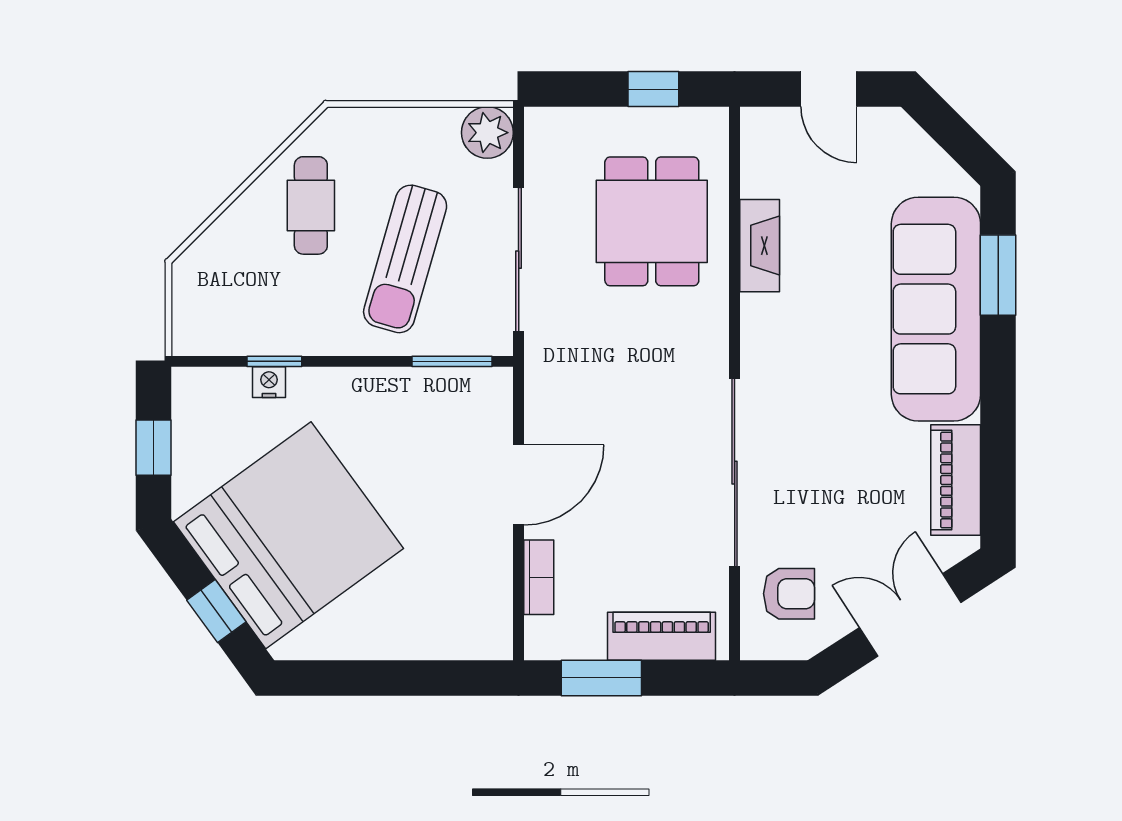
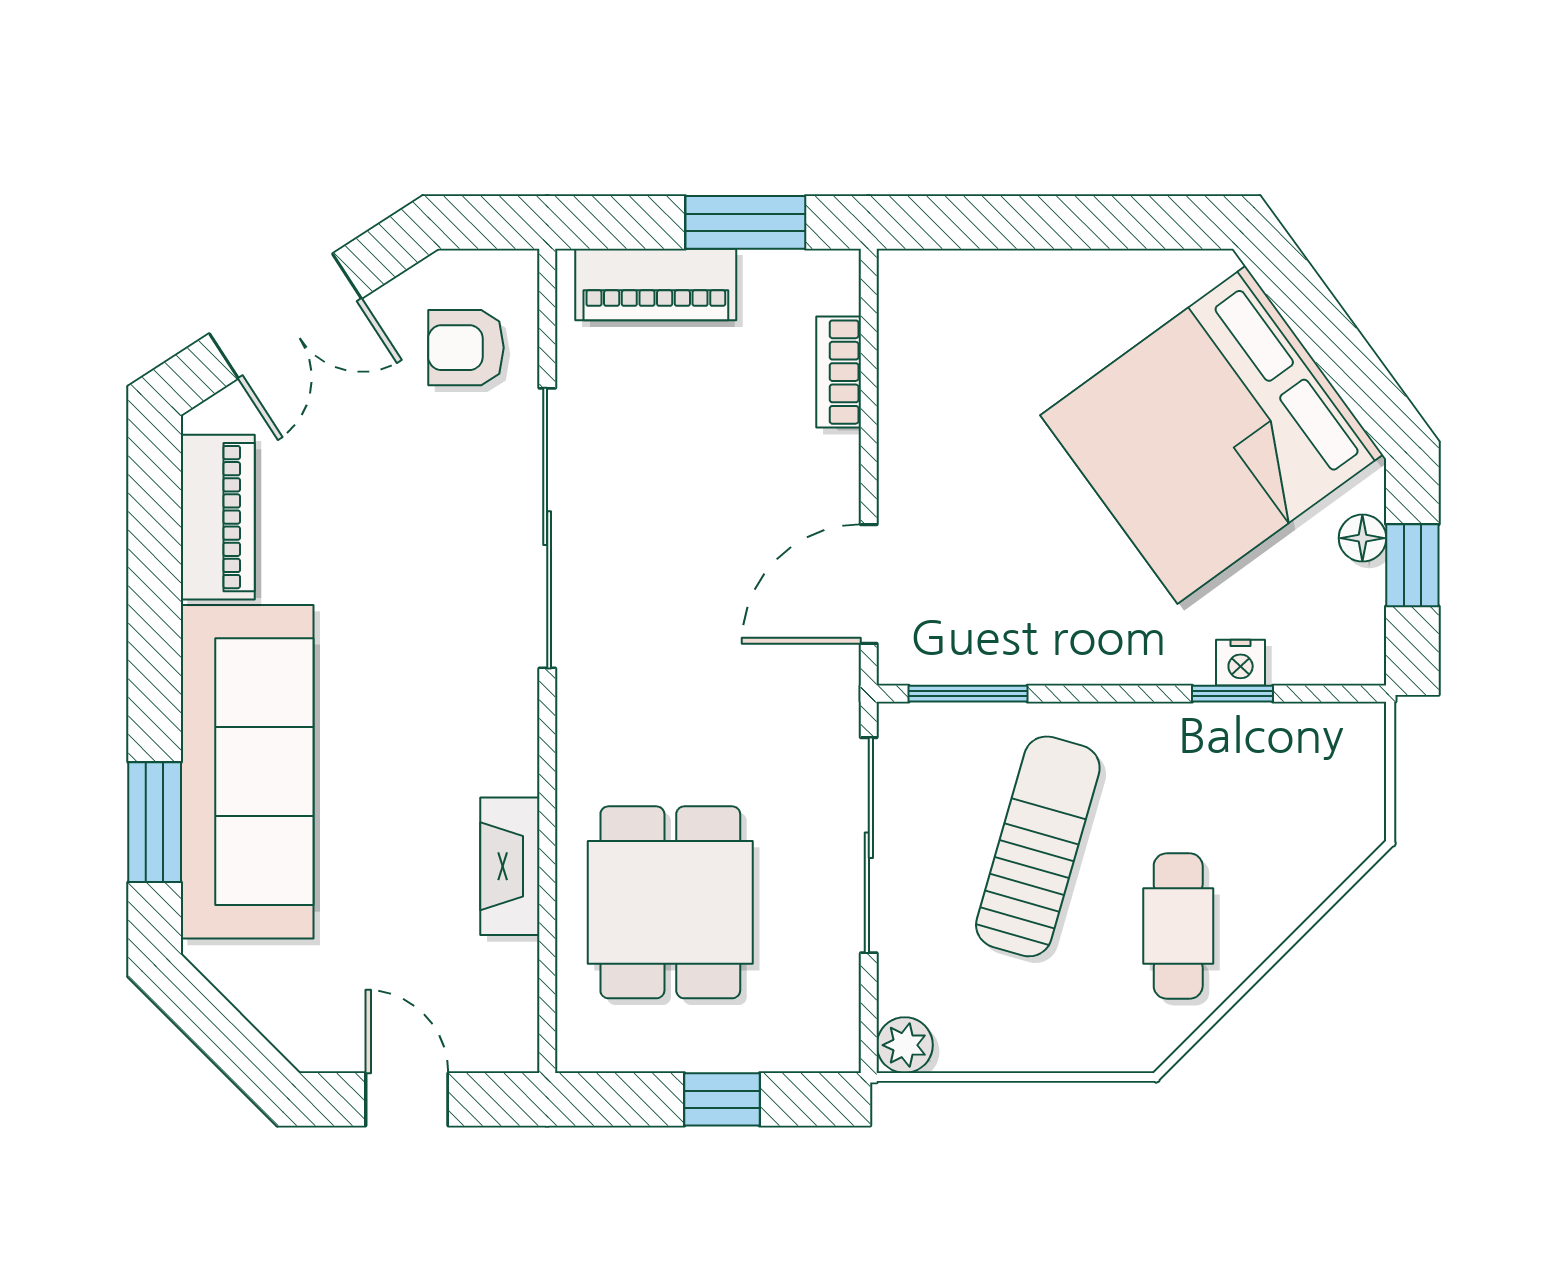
window: (653, 89) -> (722, 1099), moved
plant: (487, 133) -> (905, 1045), width x0.73, depth x0.73
floor lamp: (187, 466) -> (1362, 538), added
door: (519, 485) -> (869, 584), moved
window: (216, 611) -> (1319, 322), removed

